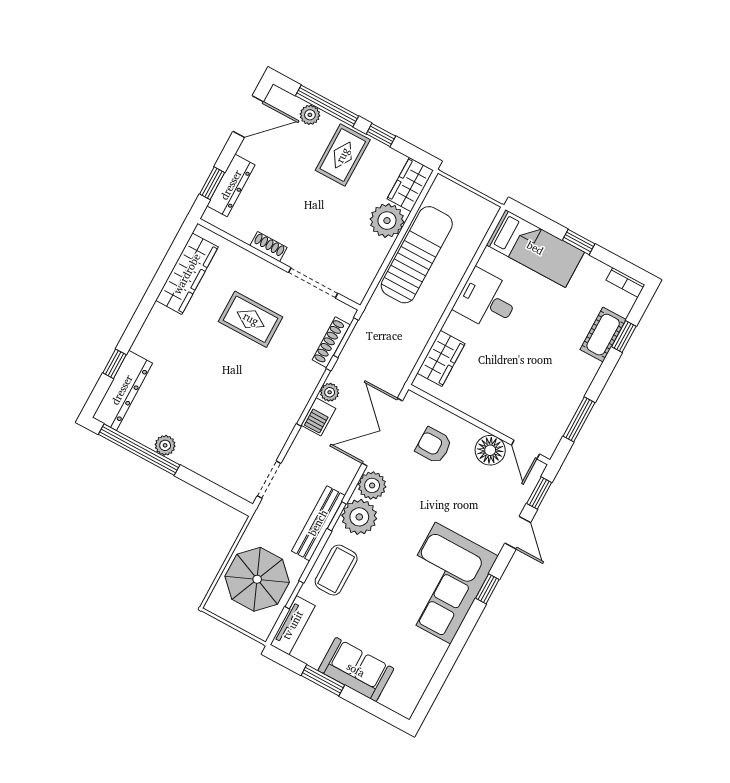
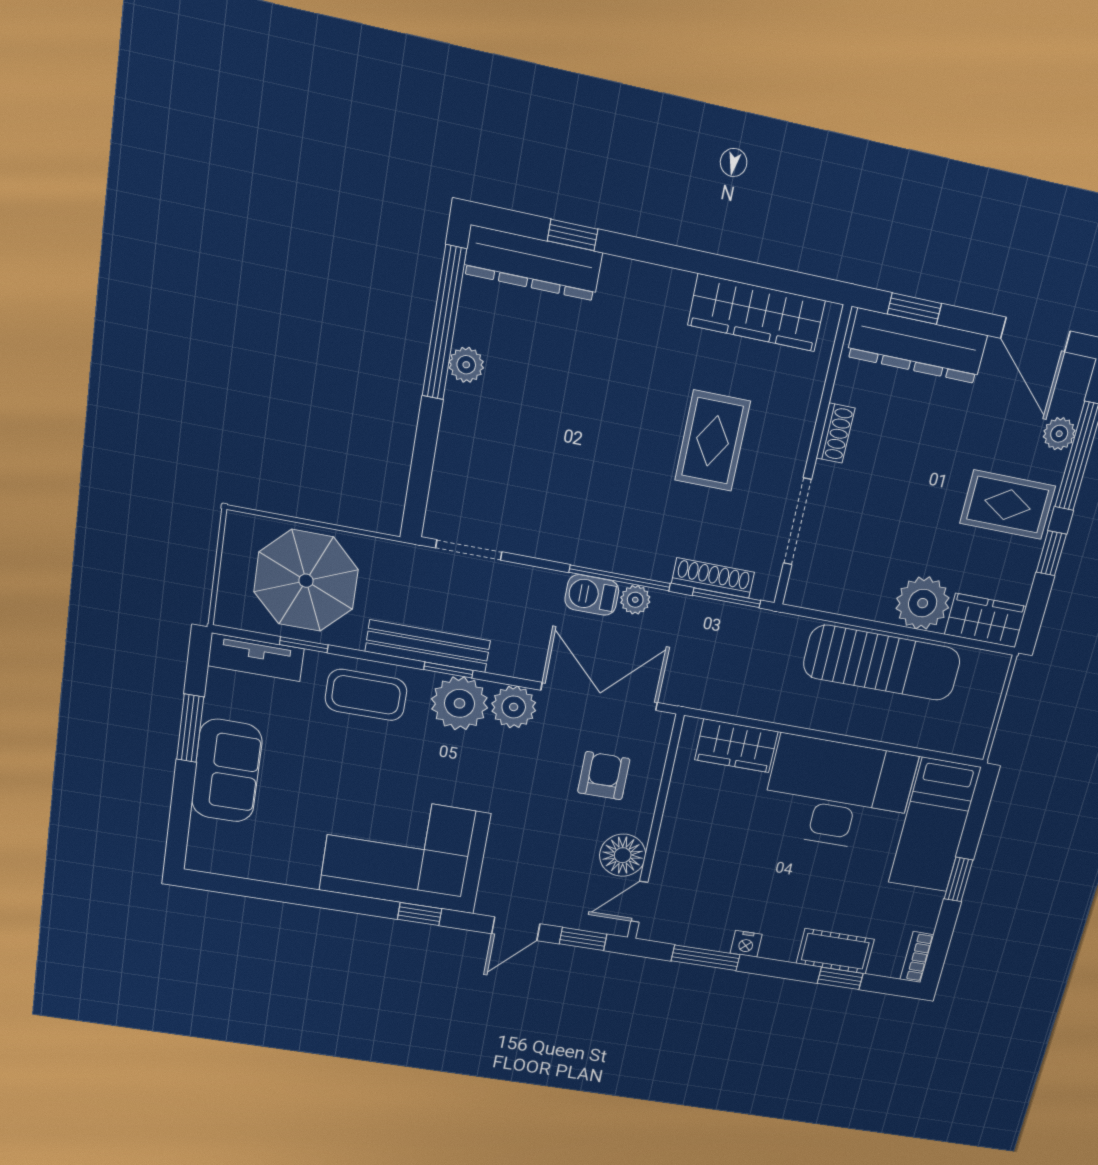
dresser: (231, 185) -> (917, 346), width x1.37, depth x1.24
desk: (487, 300) -> (838, 794), width x1.87, depth x1.30
nightstand: (578, 391) -> (746, 944), added

